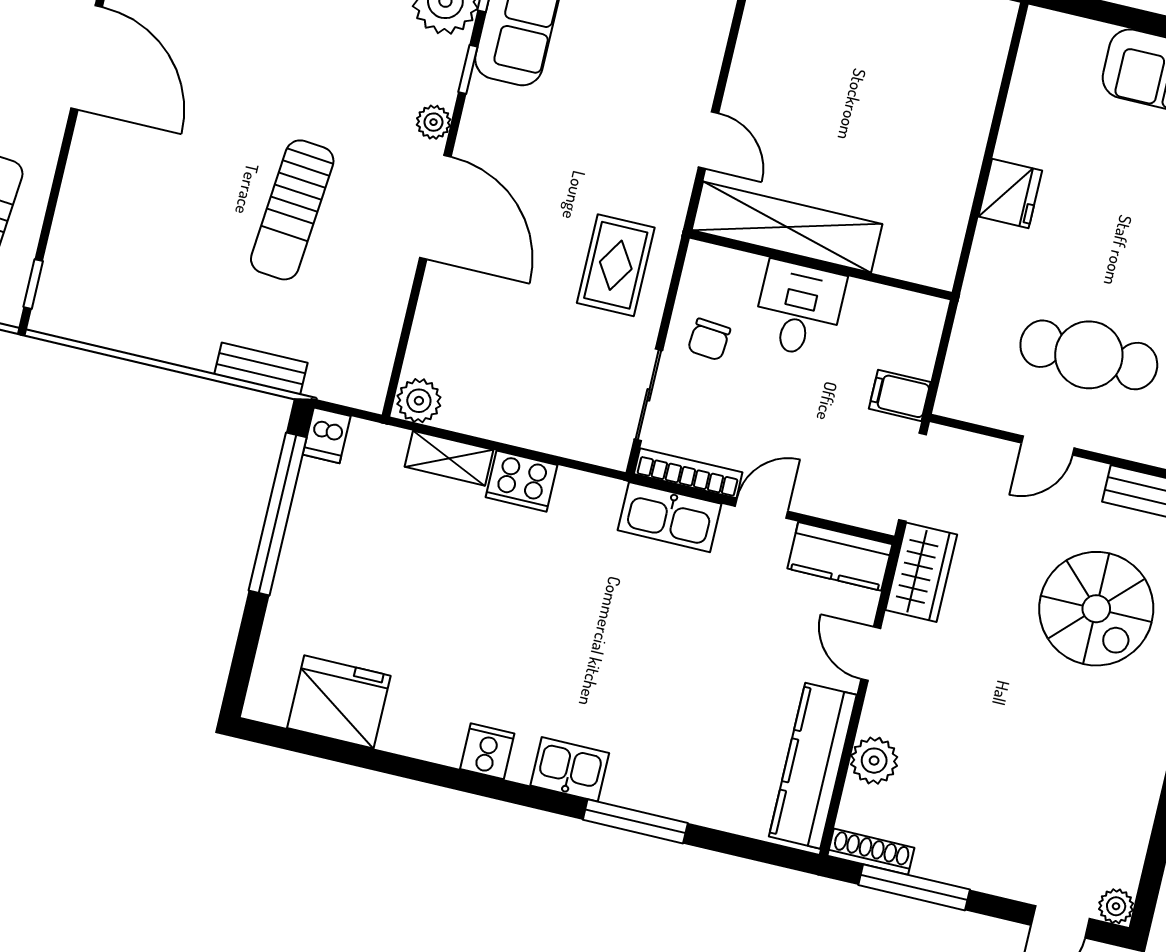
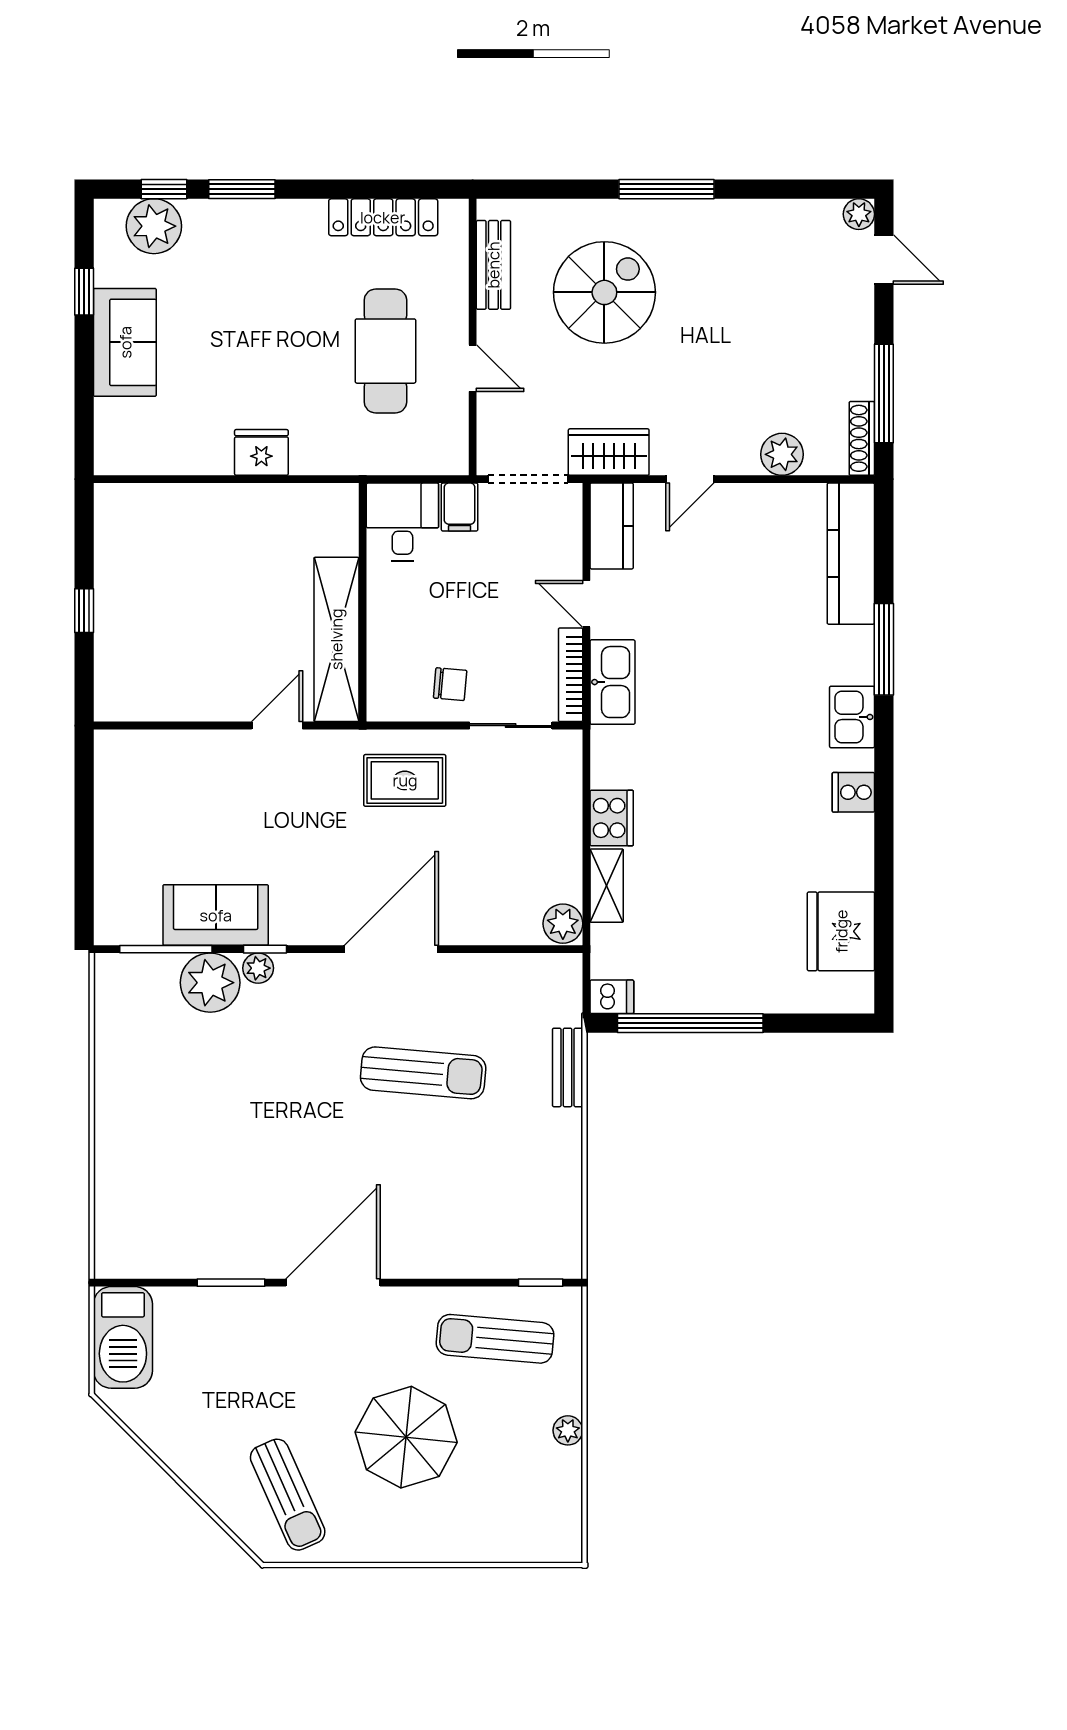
plant: (434, 122) -> (258, 968), moved
desk: (799, 309) -> (402, 522), moved, turned 90
kitchen counter: (813, 766) -> (851, 554), moved, turned 90

